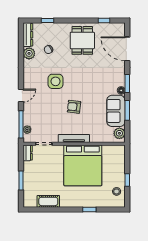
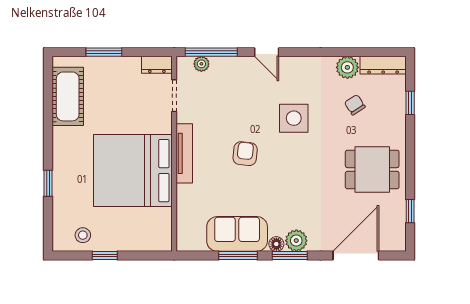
plant: (119, 133) -> (296, 241), moved
cot: (48, 201) -> (68, 96), width x1.37, depth x1.34

